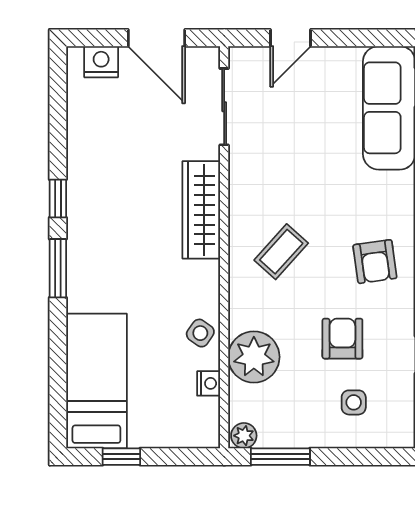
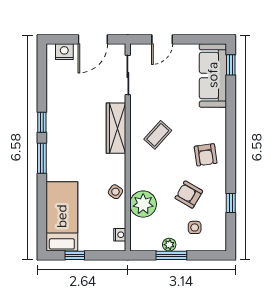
door: (156, 38) -> (93, 39), hinge flipped
coffee table: (281, 252) -> (158, 135), moved
armchair: (342, 339) -> (189, 195), turned -60
nightstand: (209, 383) -> (120, 235), moved
plant: (244, 436) -> (169, 245), moved
window: (280, 457) -> (171, 255), moved

